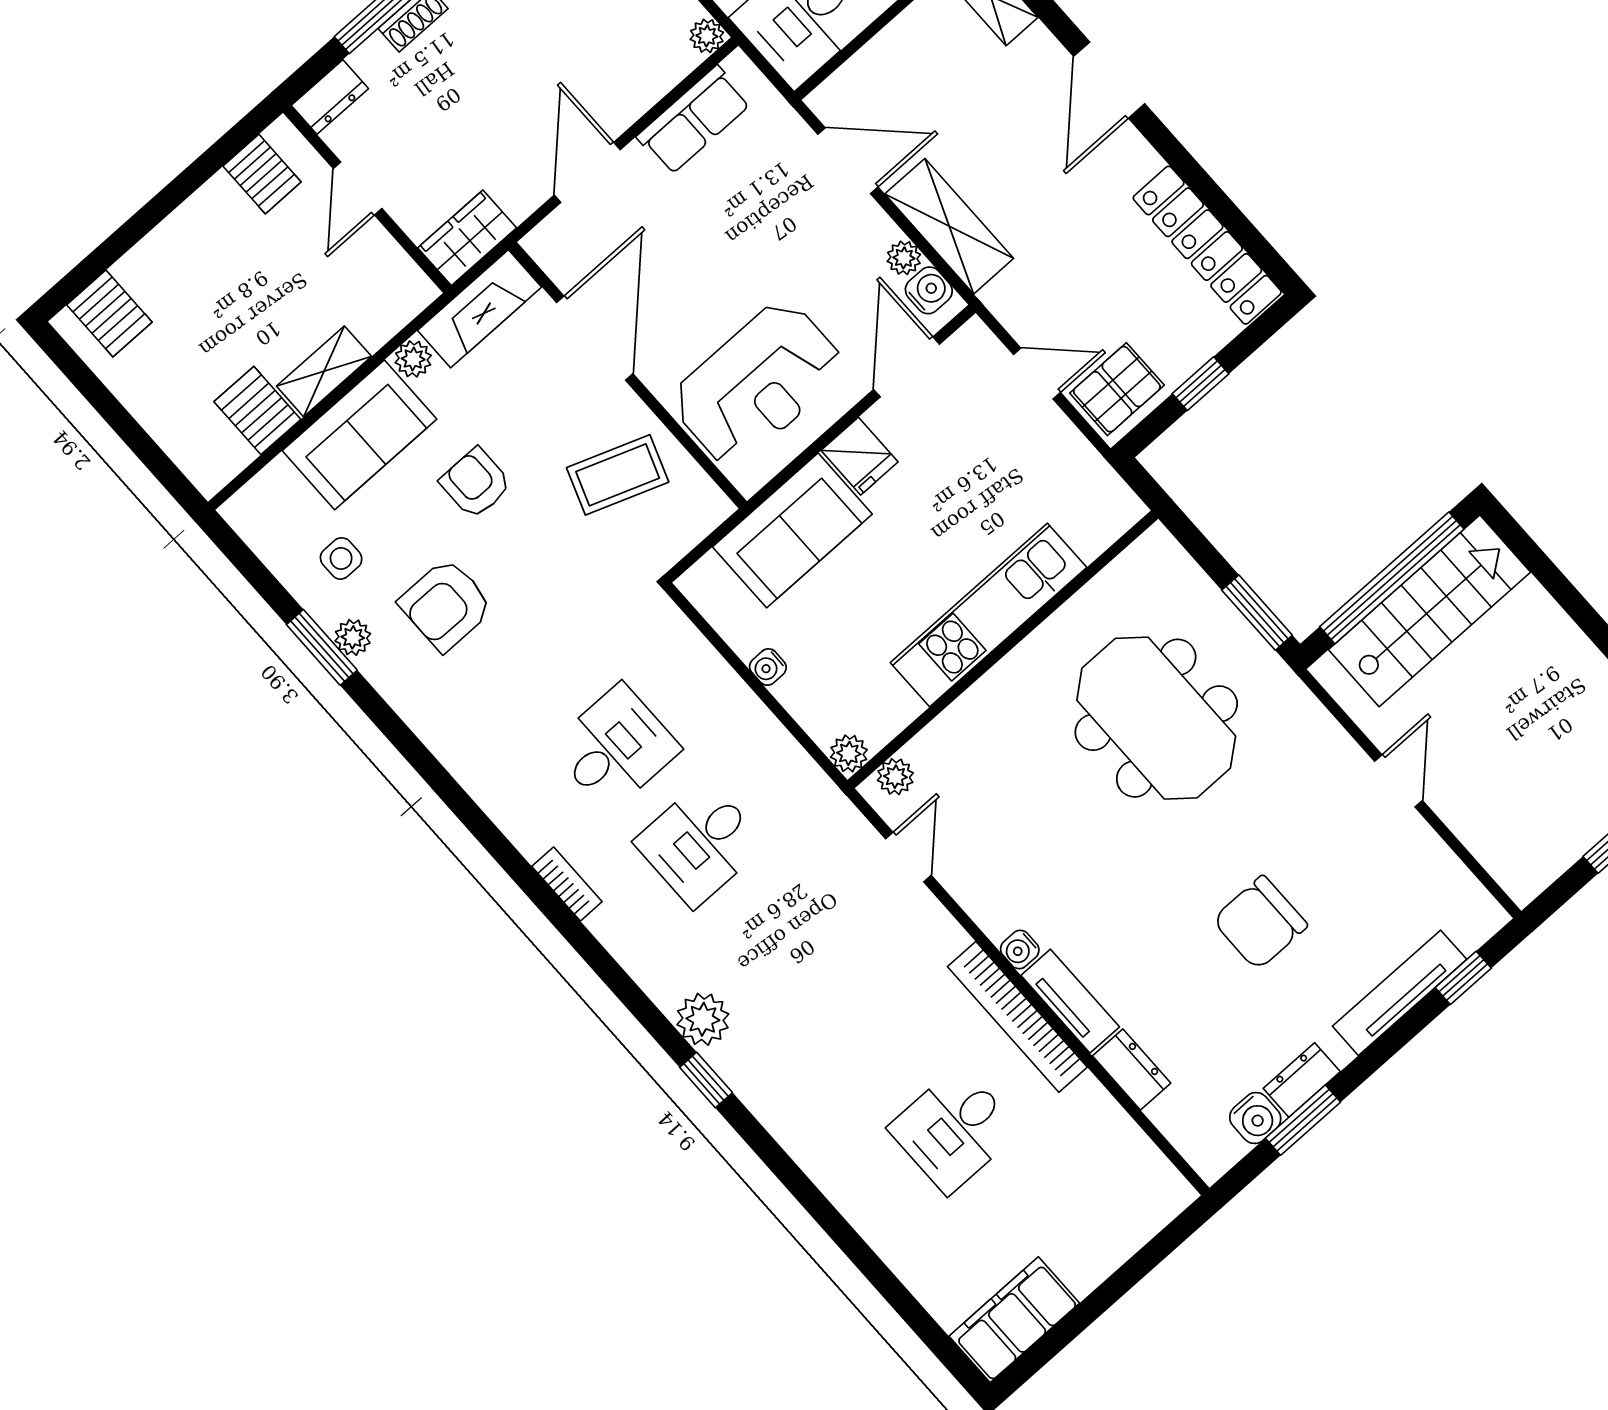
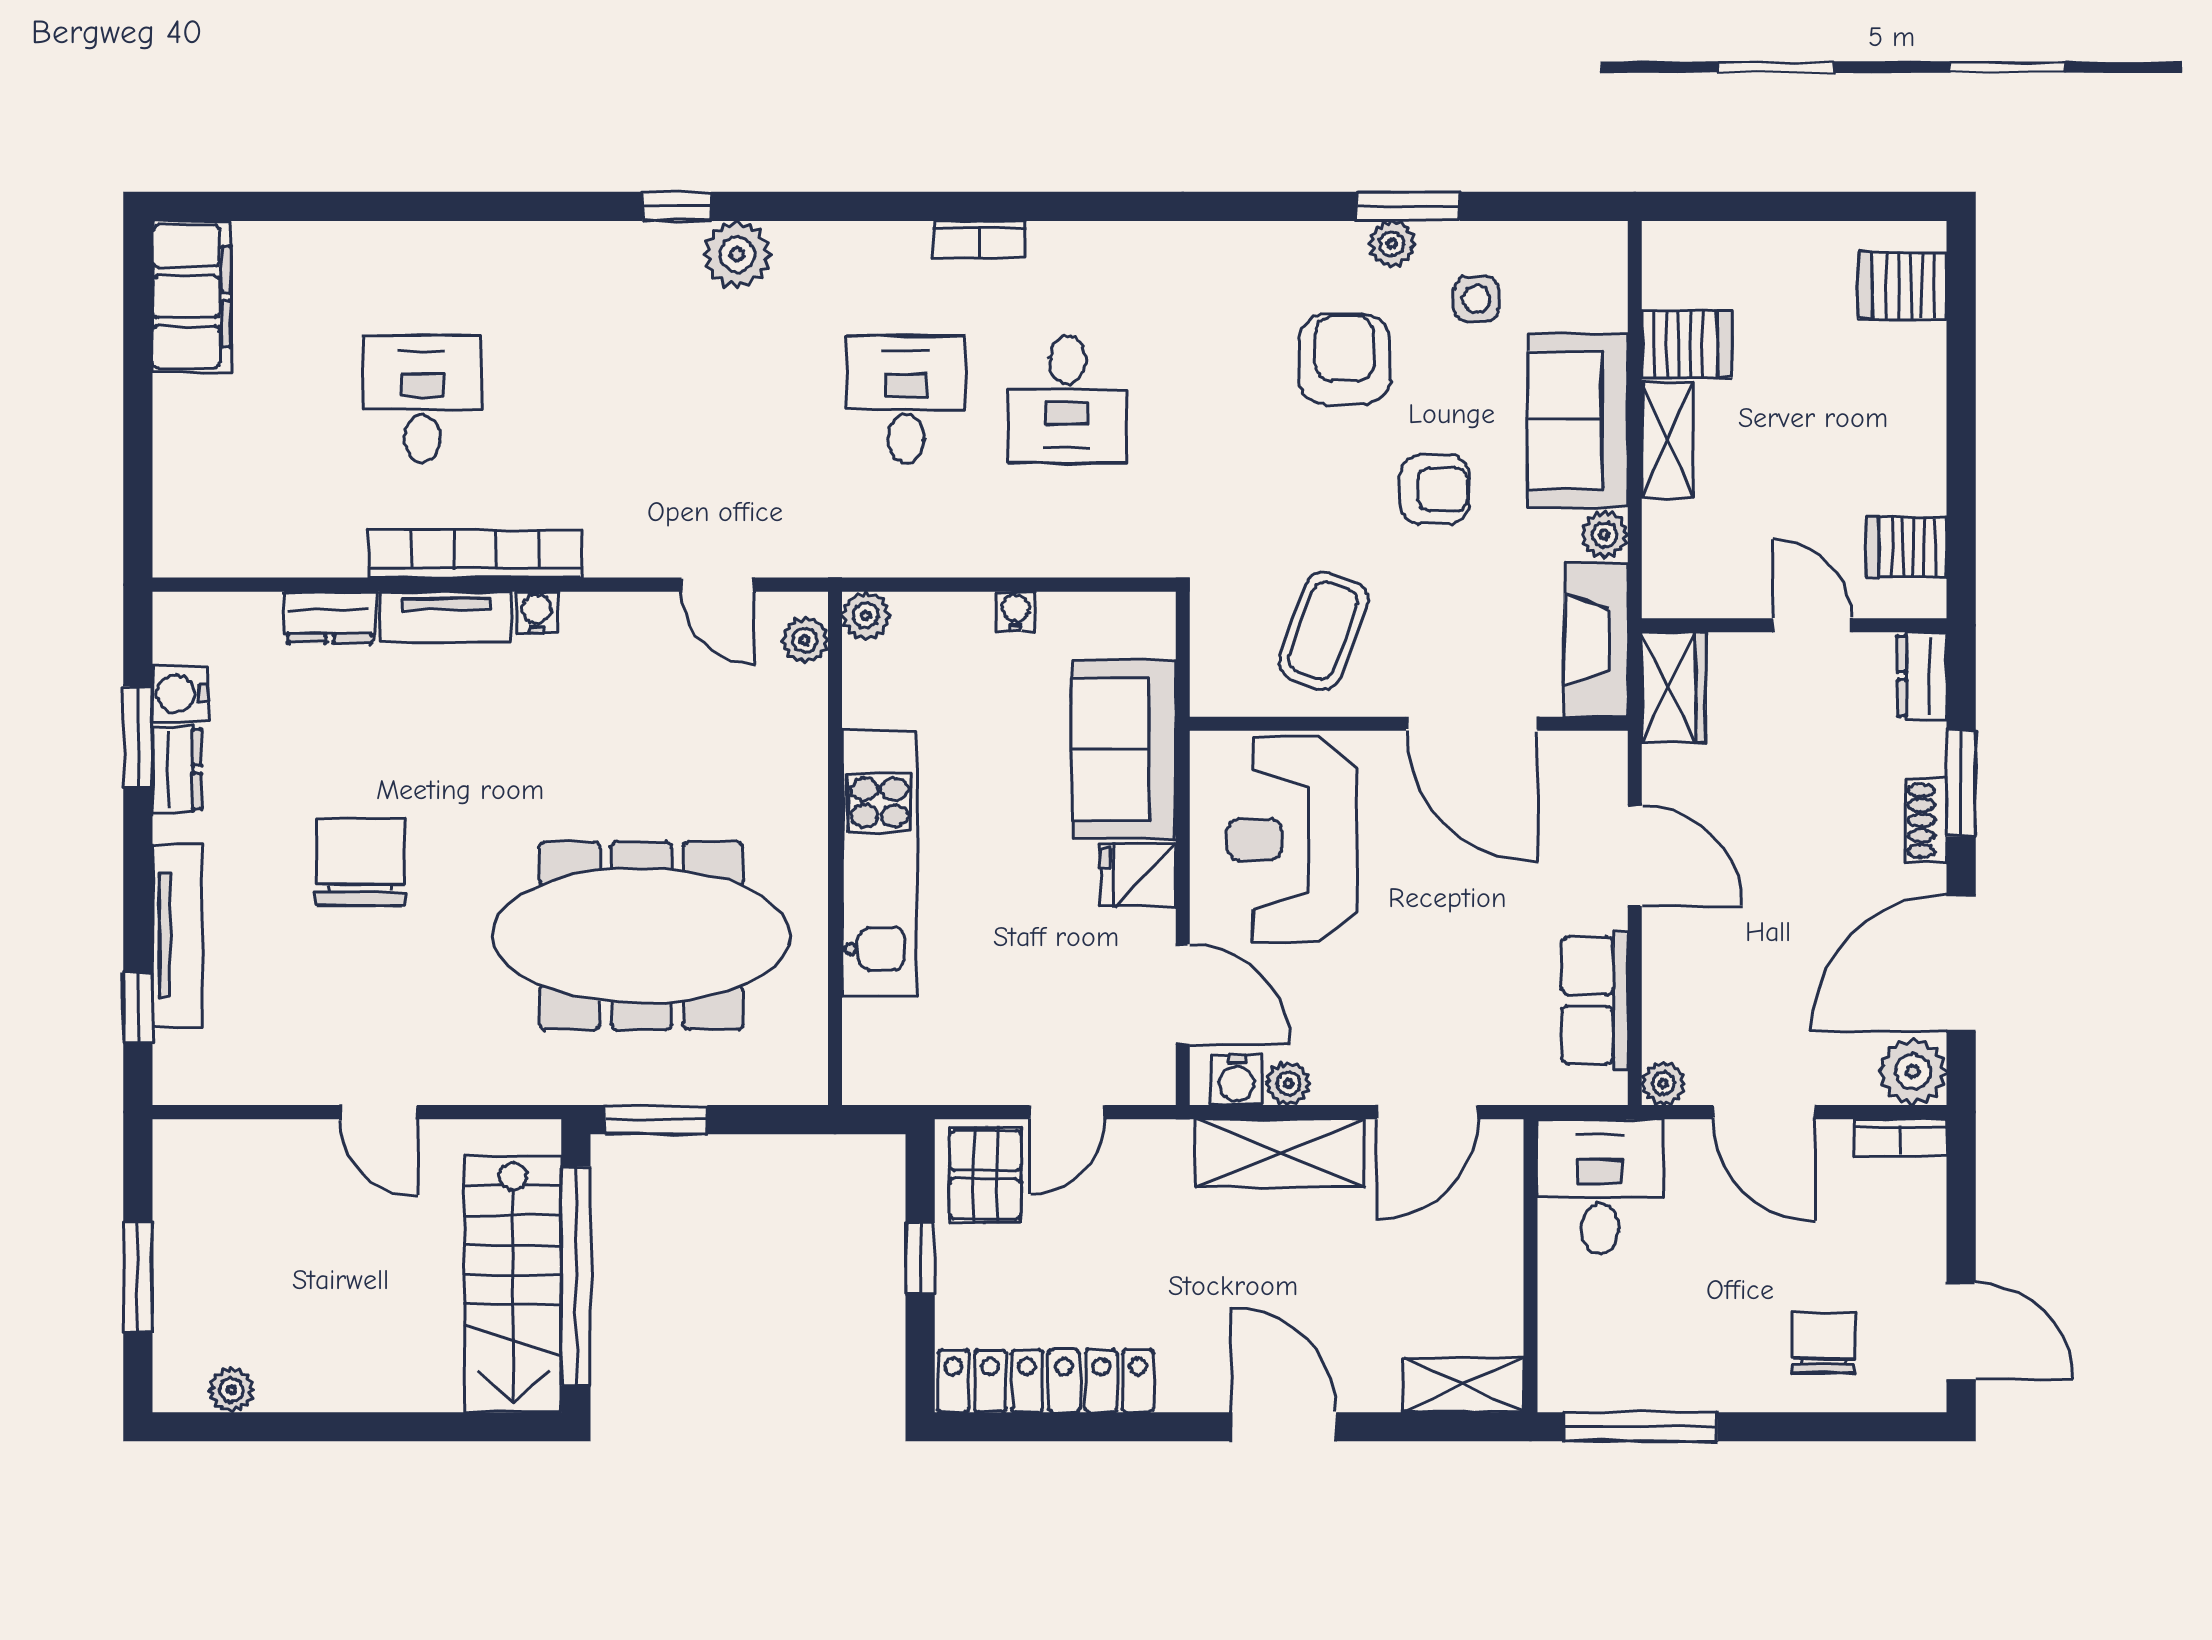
meeting table: (1156, 718) -> (641, 936), width x1.36

